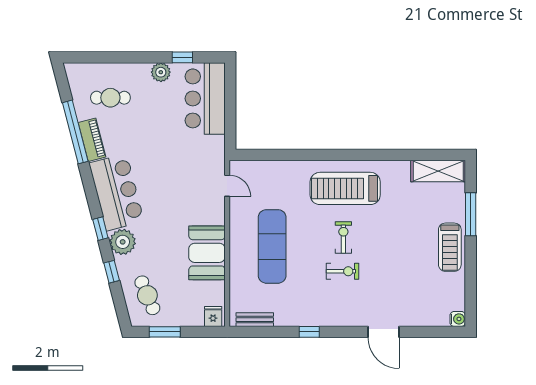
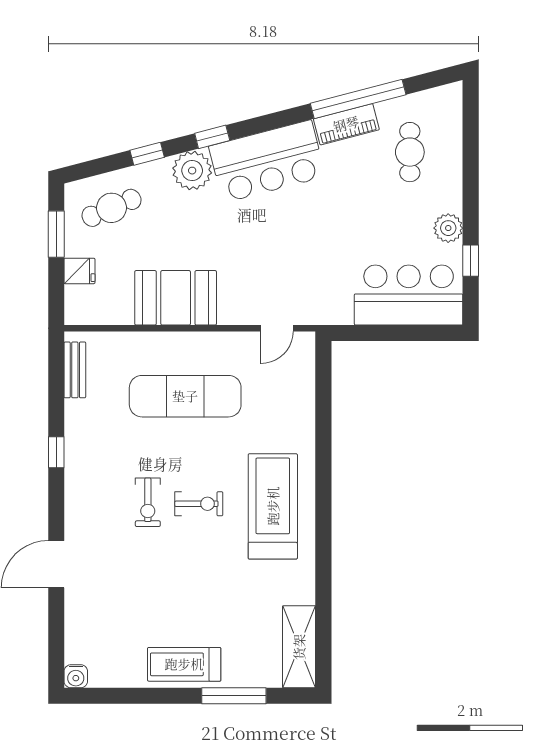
fridge: (213, 317) -> (79, 271), moved

